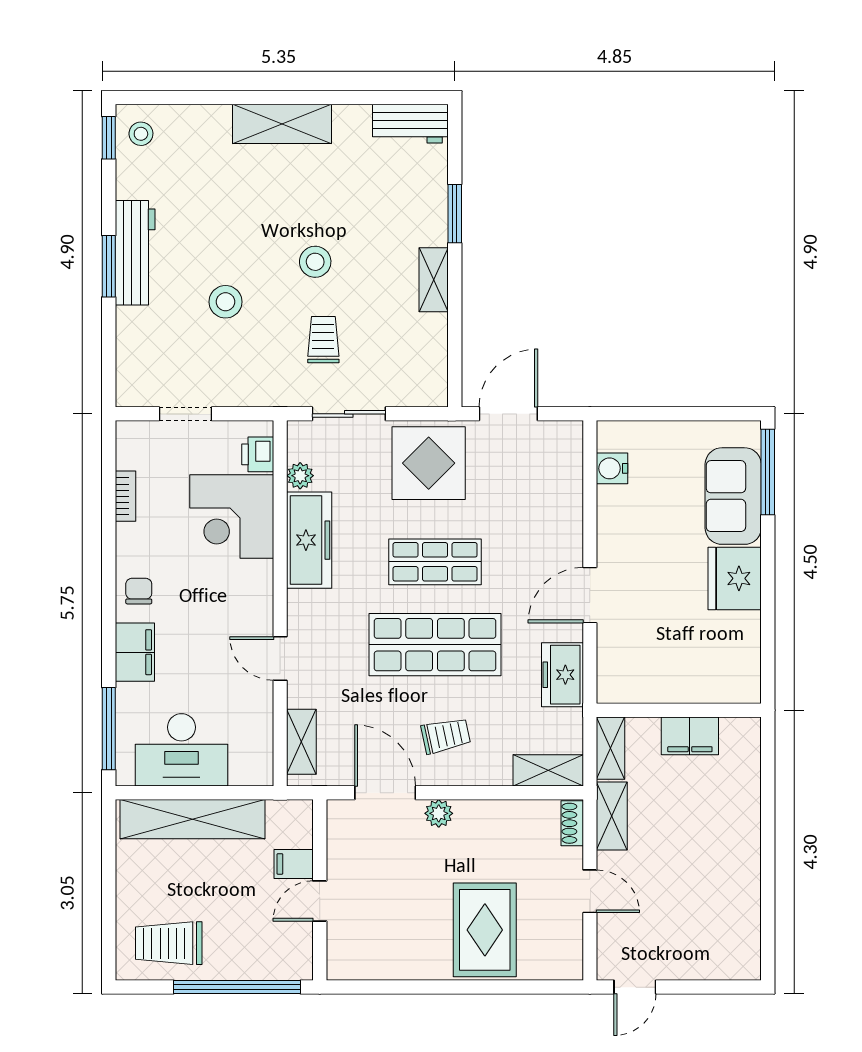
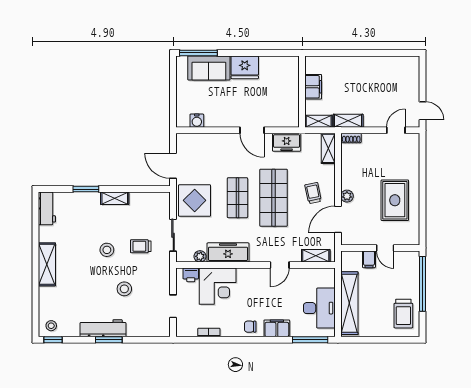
door: (590, 891) -> (396, 130), moved
rug: (485, 930) -> (395, 200), moved, turned 90

